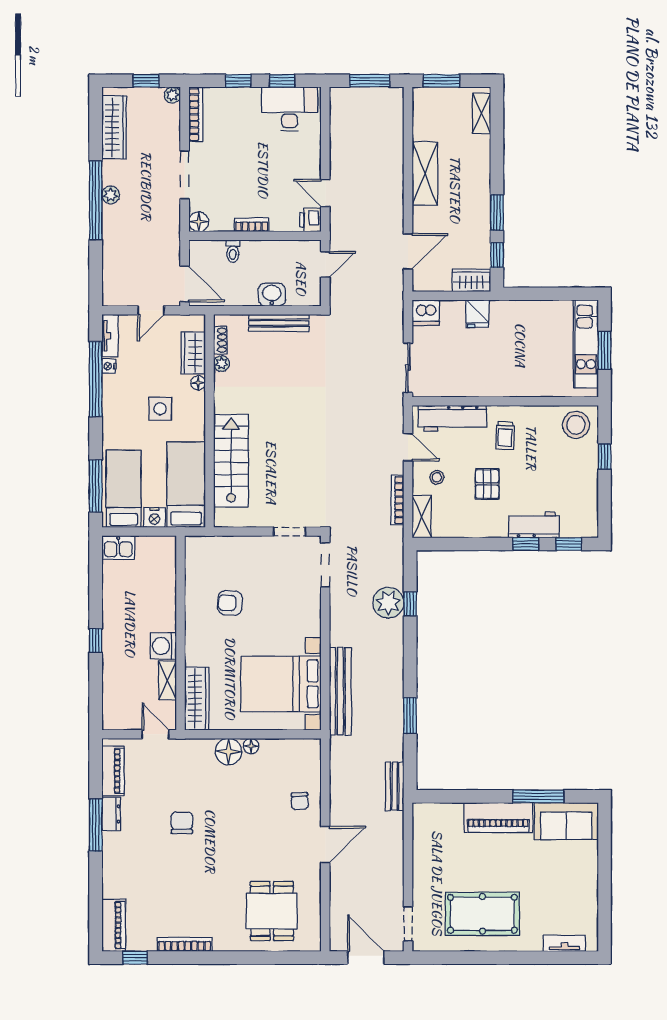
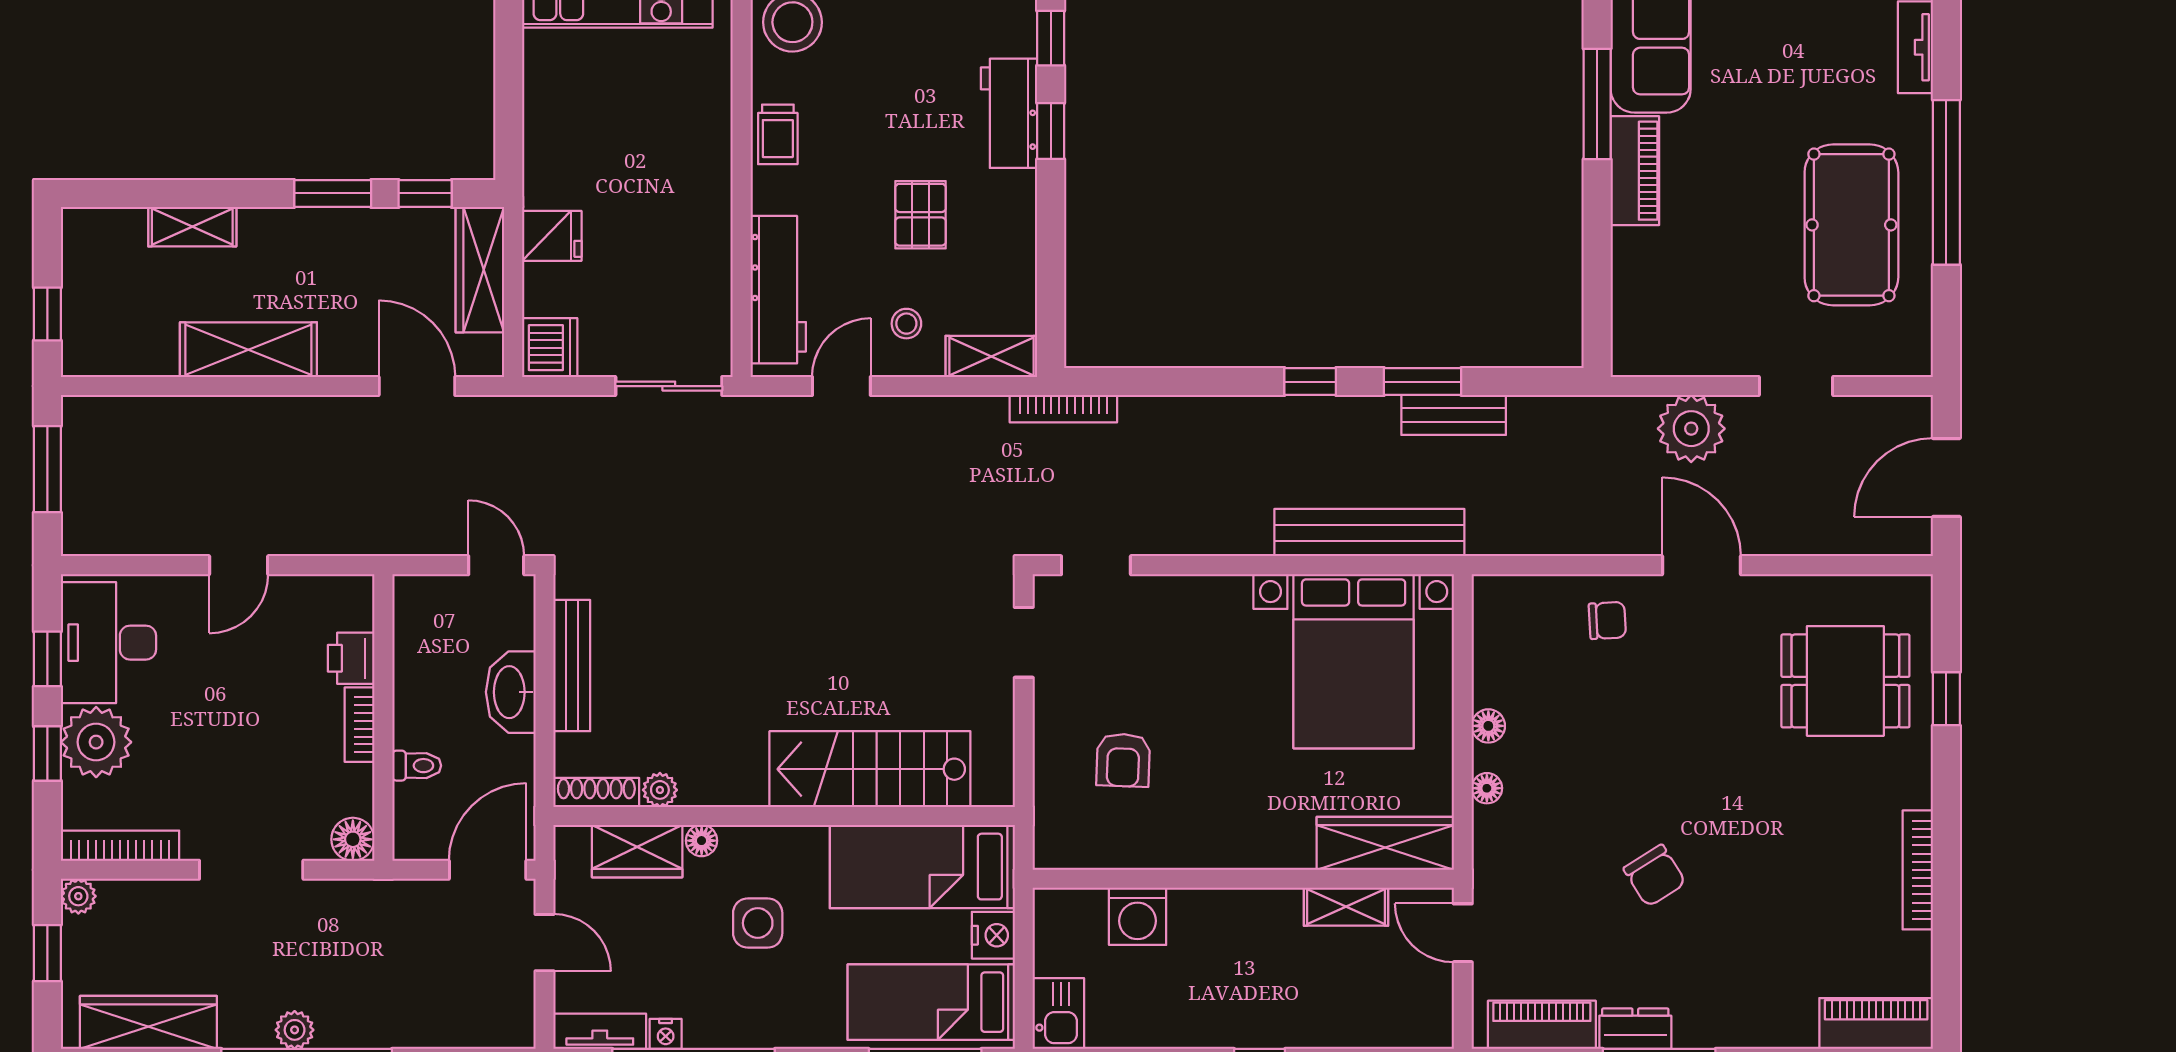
window: (441, 81) -> (47, 314), width x0.67
plant: (244, 103) -> (96, 742), added
shelving: (482, 113) -> (192, 227), moved
door: (325, 193) -> (239, 565), moved
printer: (310, 220) -> (351, 658), moved, turned 90
door: (325, 264) -> (496, 565), moved
wardrobe: (471, 280) -> (480, 270), width x1.50
washbasin: (272, 295) -> (511, 692), width x1.38
shoe rack: (220, 340) -> (596, 792), width x1.43
trolley: (505, 436) -> (778, 134), moved, turned 88
pallet: (487, 484) -> (921, 215), turned 90
bookcase: (398, 500) -> (1063, 409), moved
doorway: (325, 565) -> (1096, 565), width x0.73
armchair: (230, 603) -> (1123, 760), moved
plant: (388, 603) -> (1691, 429), moved
window: (410, 604) -> (1310, 382), moved
washing machine: (163, 646) -> (1138, 916), moved
door: (155, 734) -> (1463, 933), hinge flipped
floor lamp: (228, 752) -> (1487, 788), width x0.53, depth x0.53
bench: (395, 786) -> (1454, 415), moved
piano: (498, 817) -> (1635, 171), width x0.73, depth x0.75
chair: (182, 823) -> (1655, 876), turned -122
doorway: (408, 924) -> (1796, 386), moved
window: (135, 958) -> (1946, 699), moved
window: (502, 958) -> (1946, 182), added

